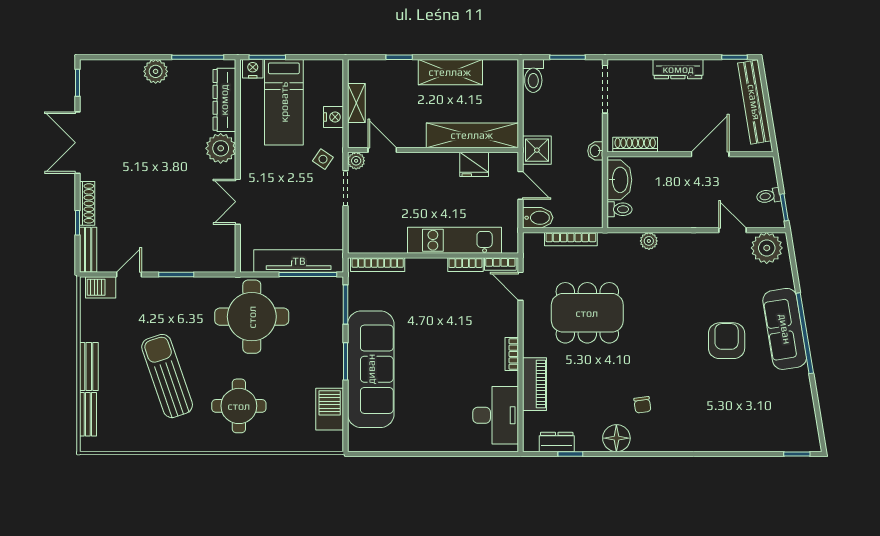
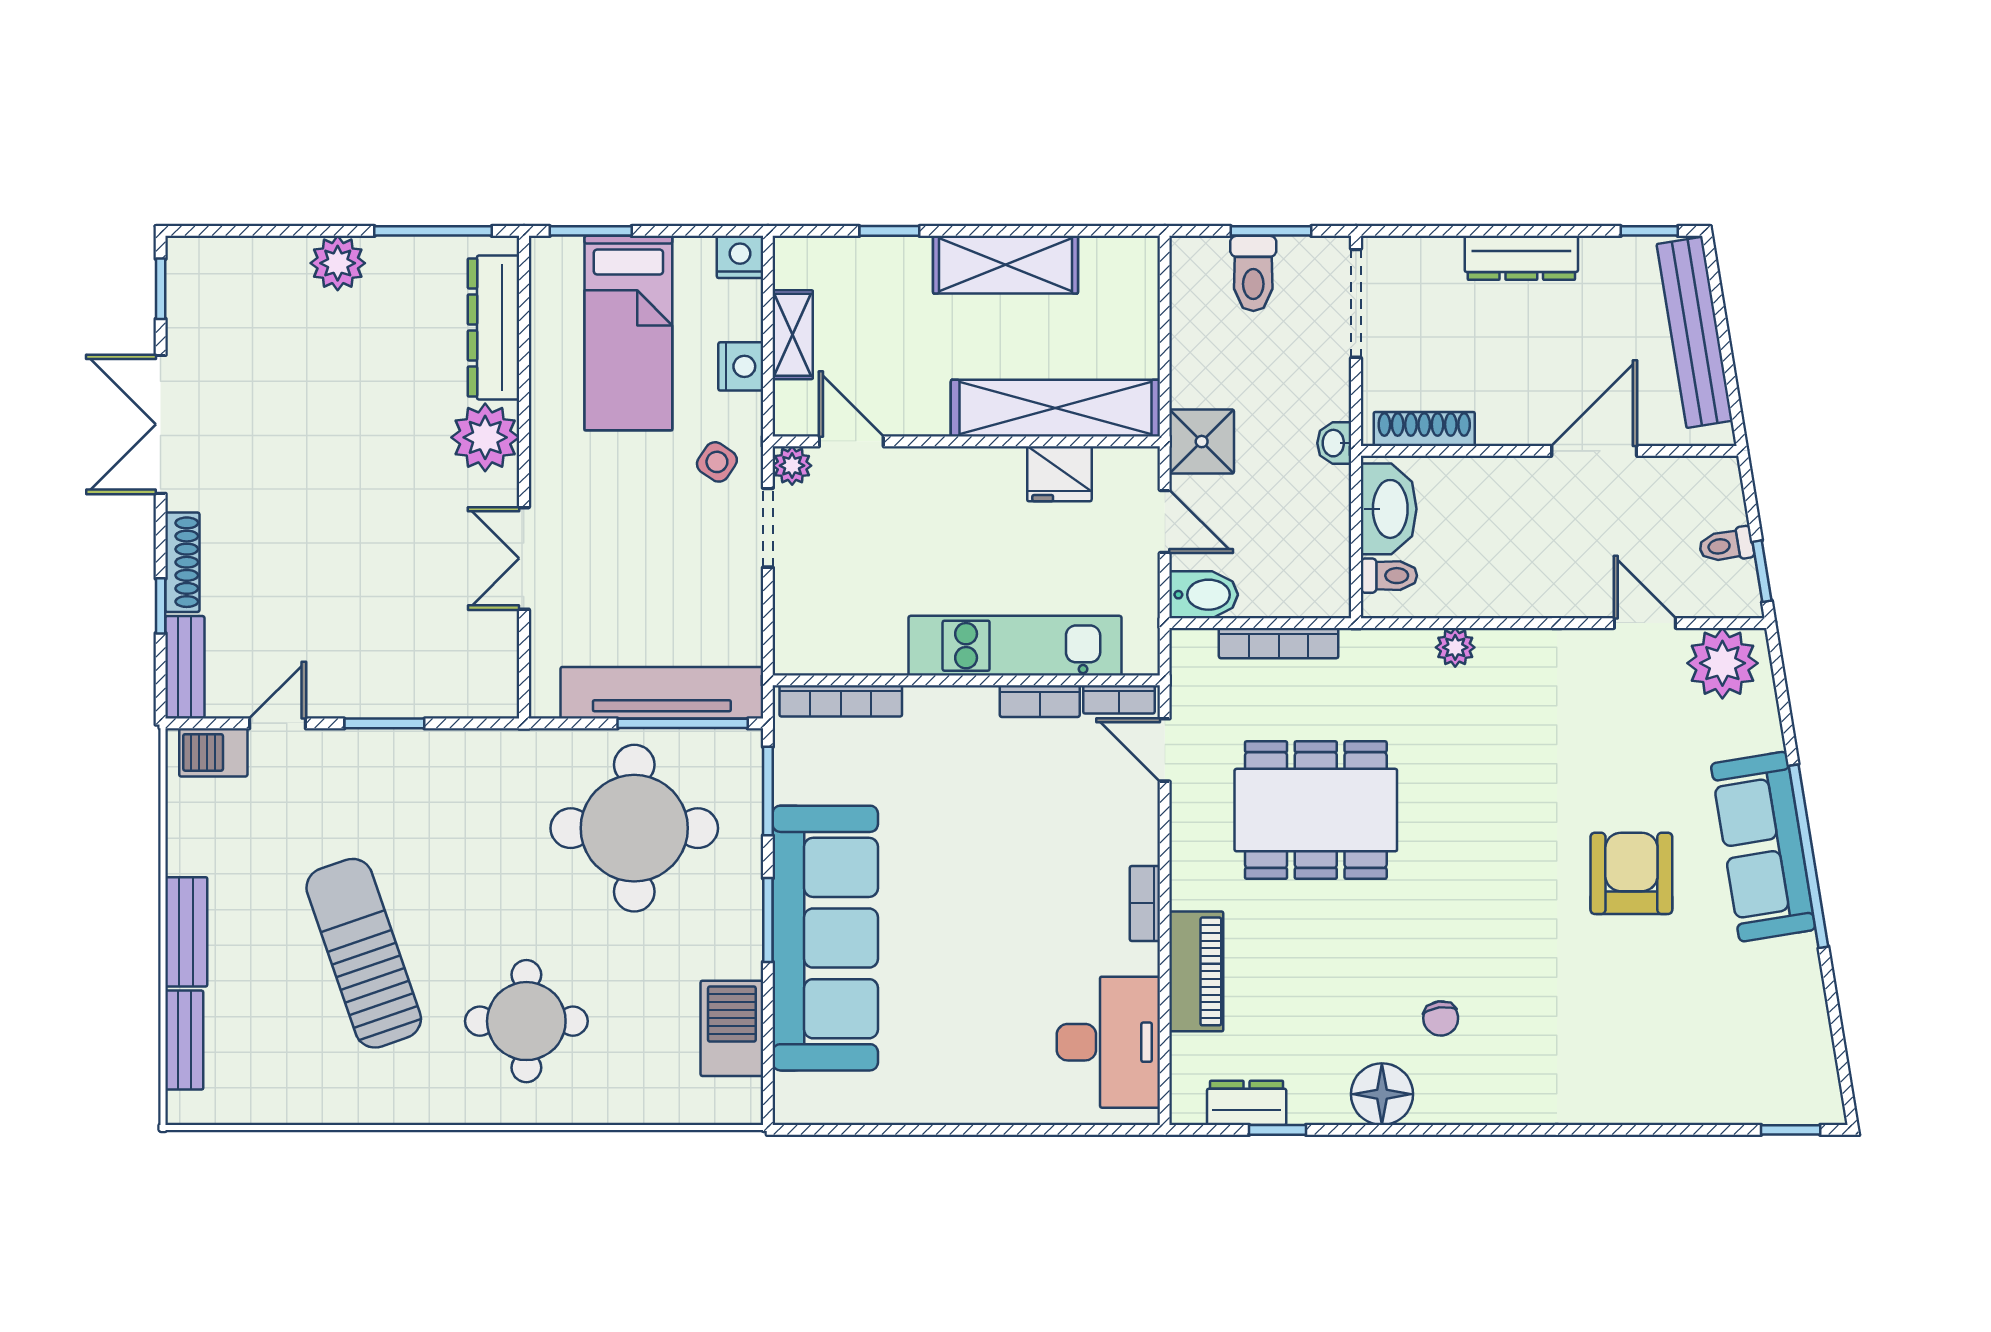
nightstand: (253, 69) -> (740, 257), moved
toilet: (533, 76) -> (1253, 273), moved
round table: (252, 317) -> (634, 828), moved

